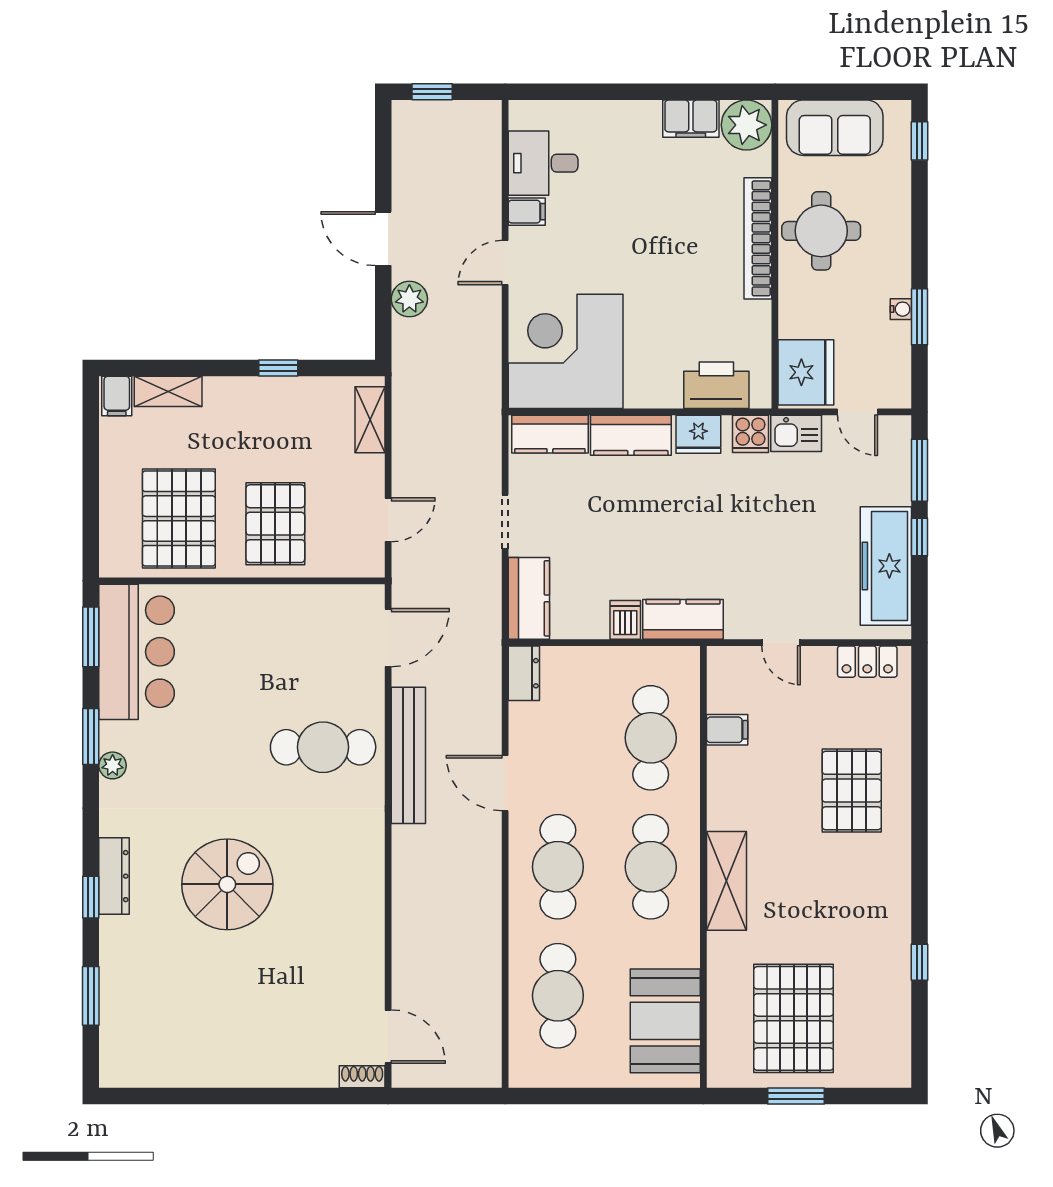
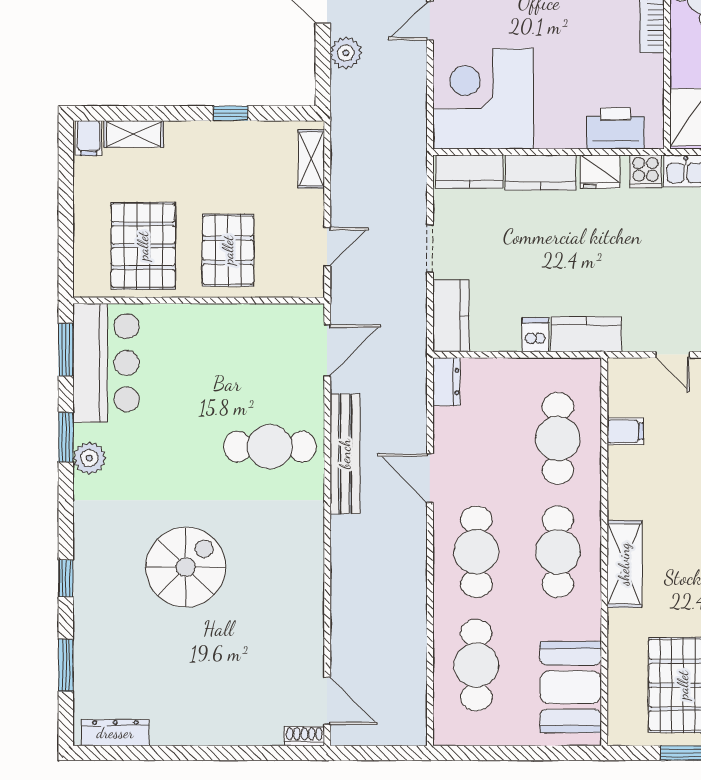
plant: (113, 765) -> (89, 458), width x1.38, depth x1.38
dresser: (114, 876) -> (115, 733), moved, turned -90

